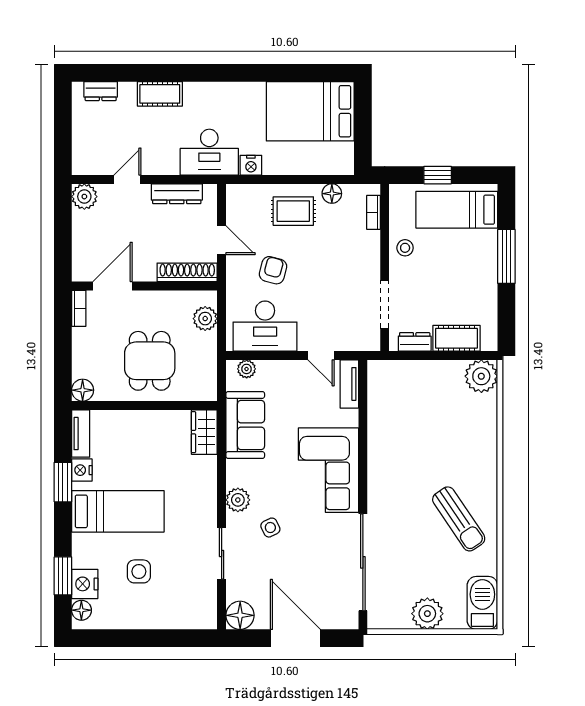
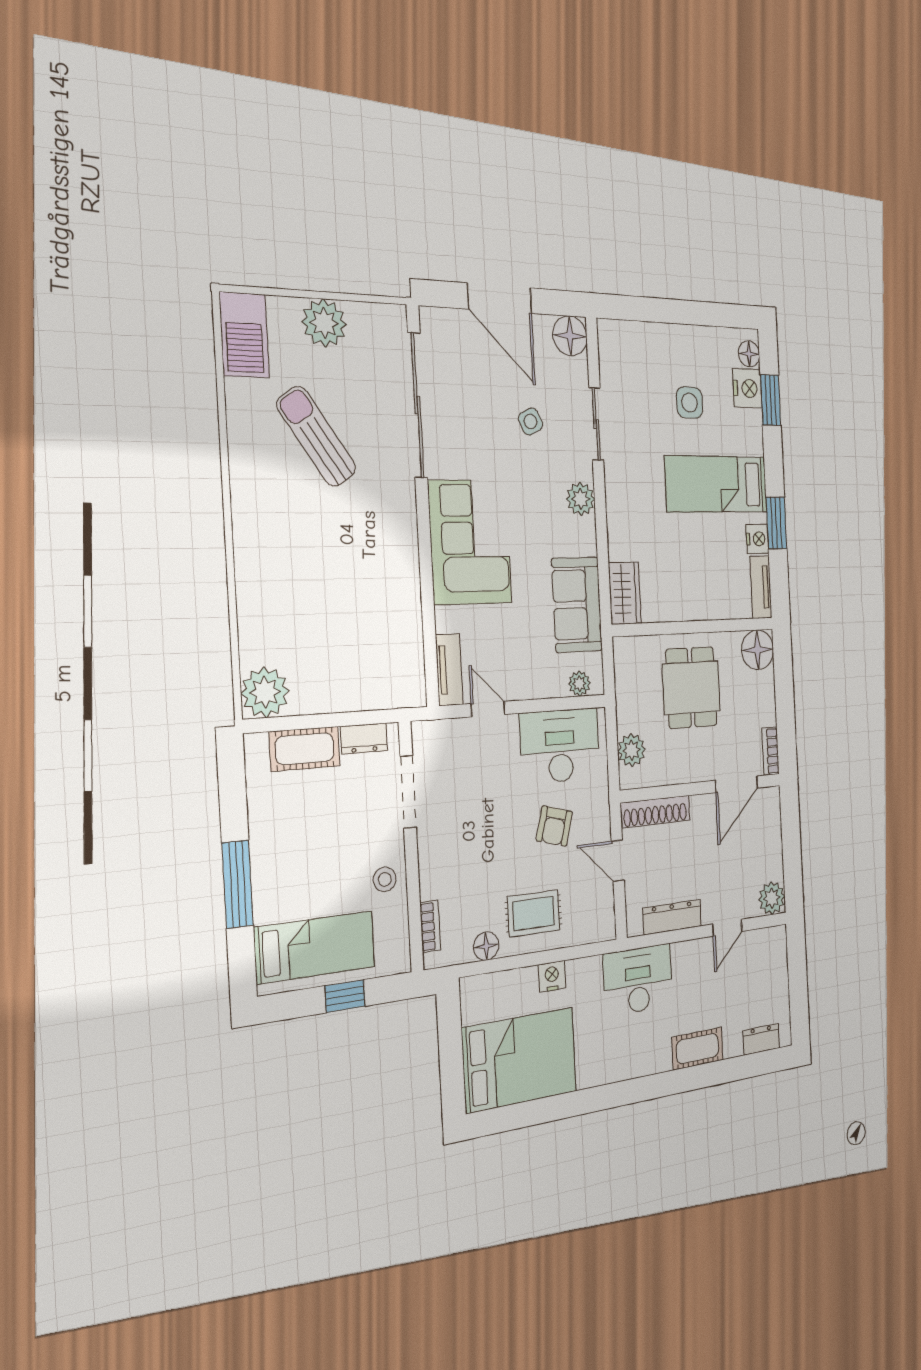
nightstand: (251, 165) -> (552, 976), moved
floor lamp: (83, 390) -> (758, 650), width x1.38, depth x1.38
sun lounger: (459, 519) -> (316, 437), moved
side table: (270, 528) -> (531, 422), moved

